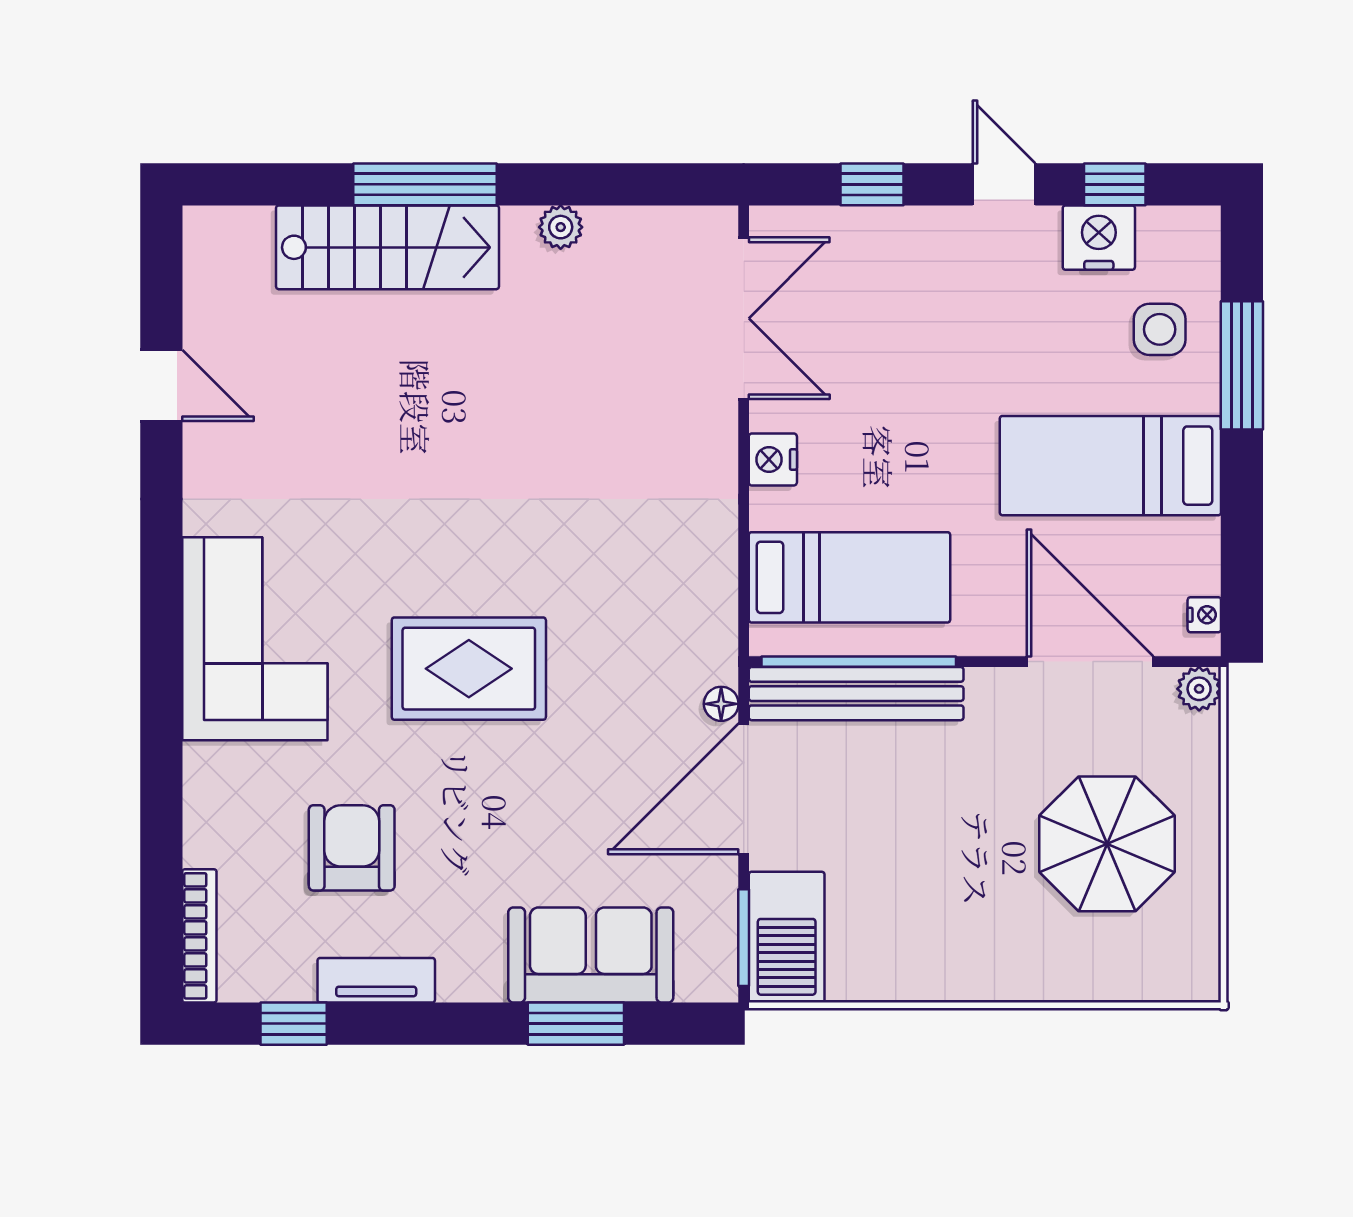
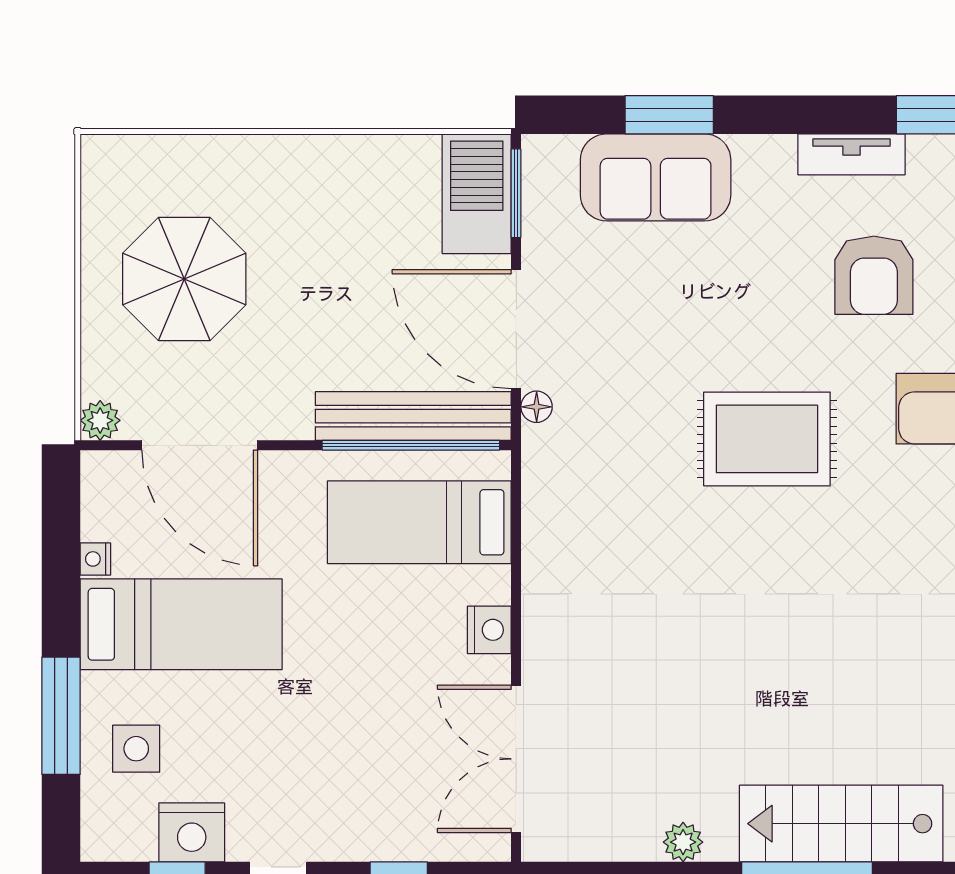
nightstand: (1204, 615) -> (95, 559), moved
door: (744, 789) -> (516, 329), swing flipped

